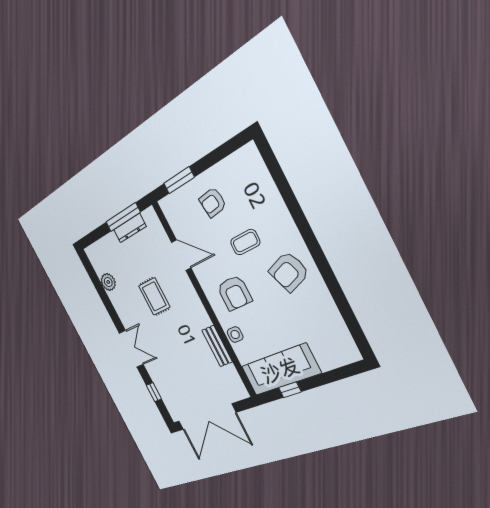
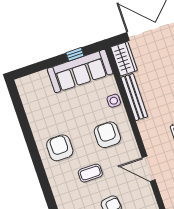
armchair: (289, 272) -> (60, 148), turned -69
bench: (217, 346) -> (134, 97), width x1.36
wardrobe: (233, 383) -> (124, 59), added

